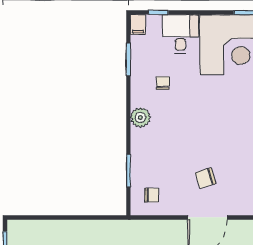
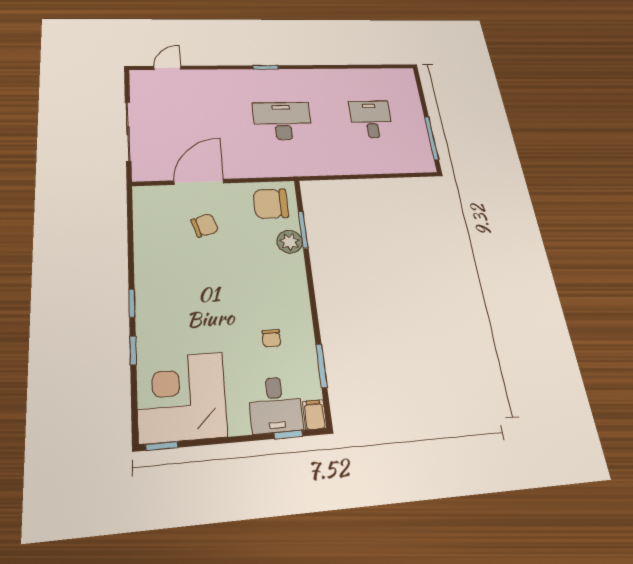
desk: (180, 34) -> (275, 405), moved
plant: (140, 117) -> (290, 242), moved
chair: (152, 195) -> (271, 204), width x1.87, depth x1.87

